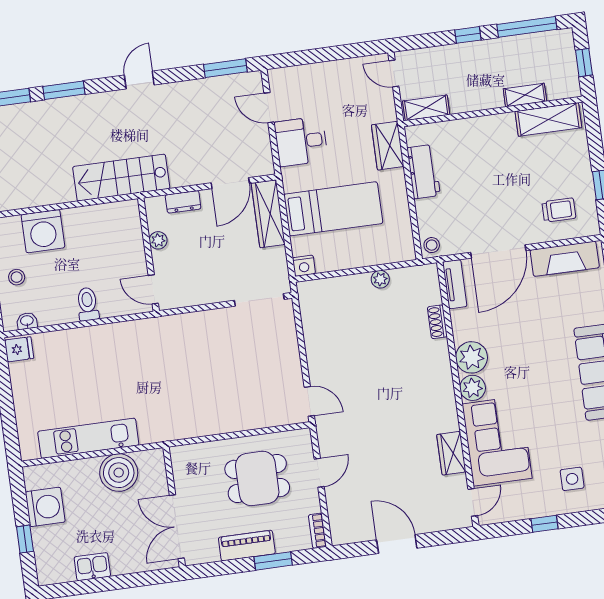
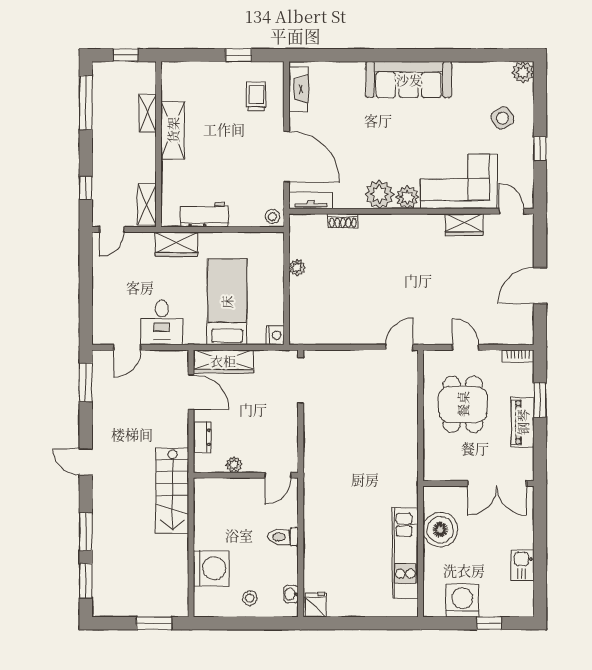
window: (468, 35) -> (86, 188), moved
shelving: (548, 119) -> (173, 130), moved
fireplace: (565, 259) -> (298, 89), width x0.73, depth x0.76
side table: (572, 479) -> (503, 118), turned -34

